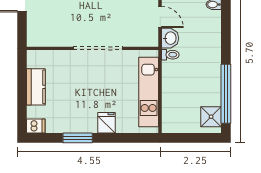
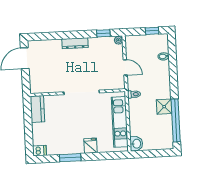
washbasin: (170, 38) -> (136, 144), moved
kitchen counter: (36, 87) -> (37, 109), moved
shower: (211, 117) -> (164, 107), moved

